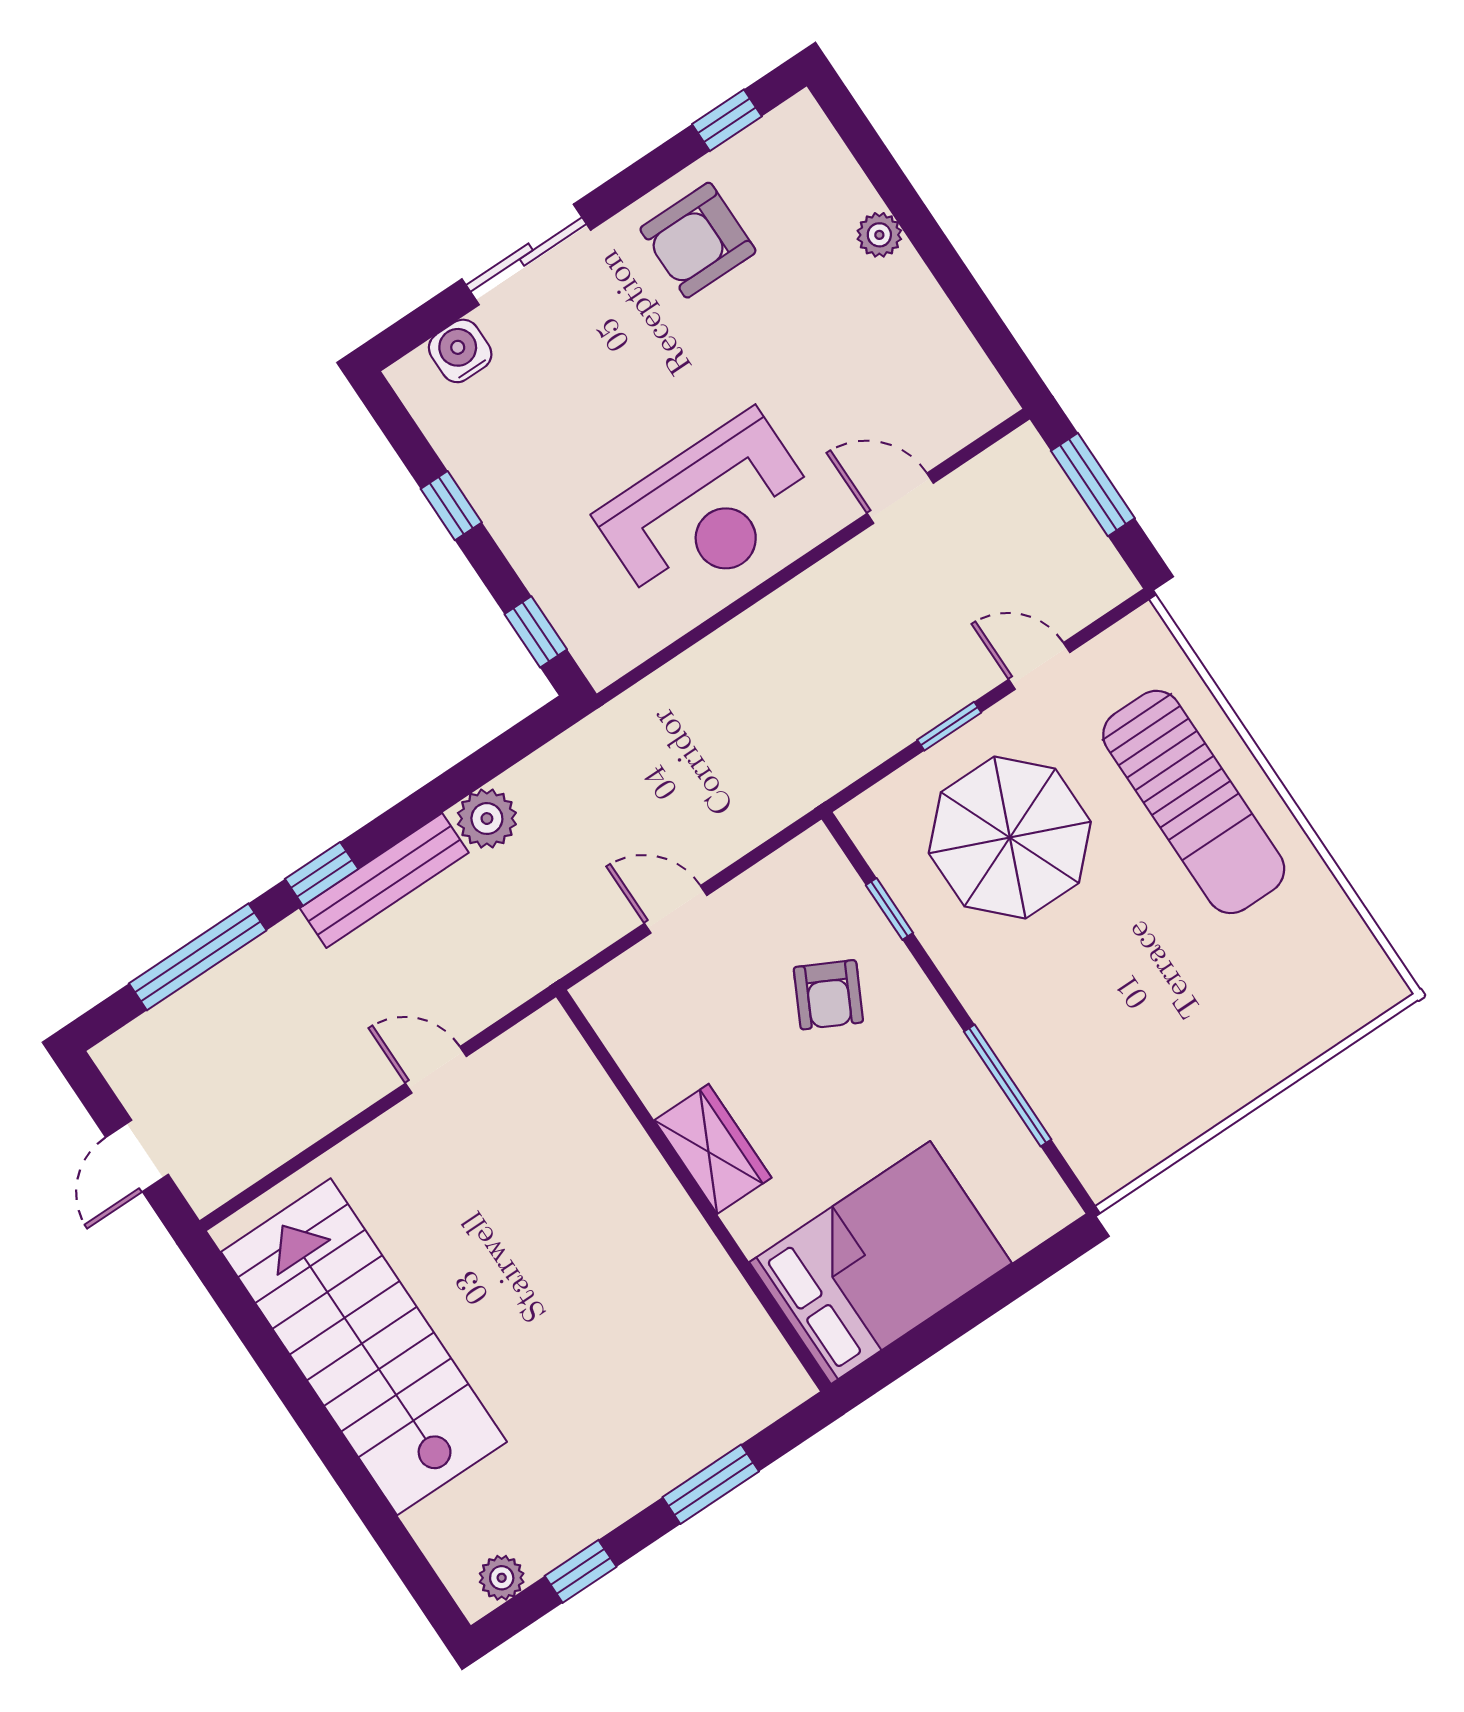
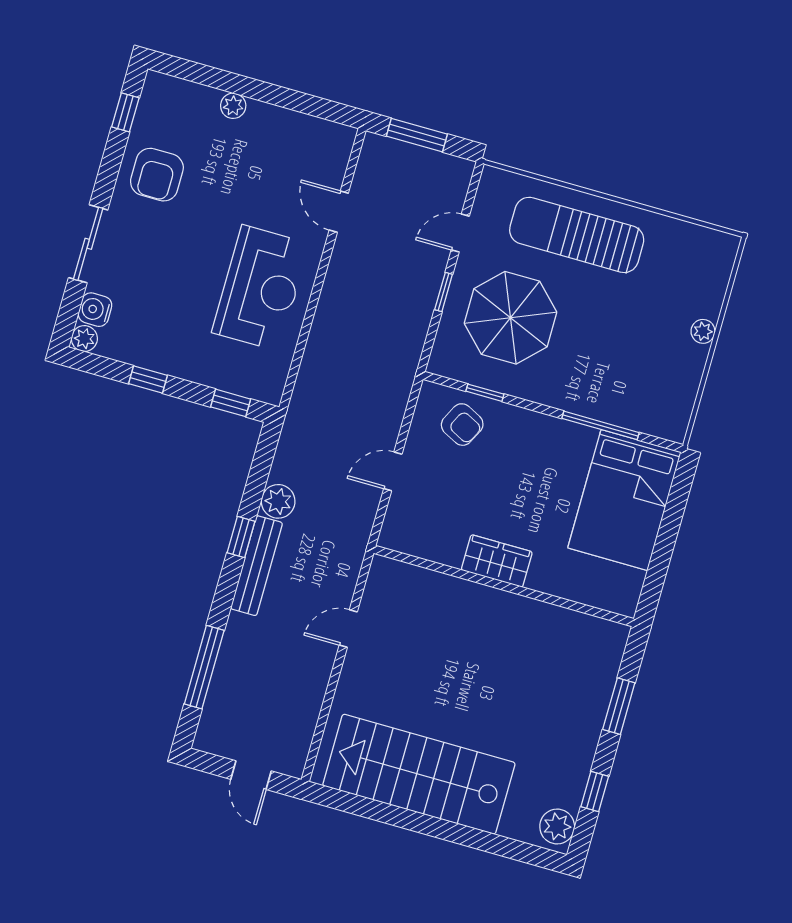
plant: (413, 378) -> (84, 339), added
door: (900, 498) -> (339, 212), hinge flipped
sun lounger: (1194, 802) -> (577, 235), turned 180
window: (322, 874) -> (241, 537), moved
armchair: (828, 995) -> (462, 425), moved
plant: (1253, 1076) -> (703, 331), added
bed: (880, 1263) -> (624, 500), moved, turned 180
plant: (502, 1578) -> (557, 827), width x1.38, depth x1.38

